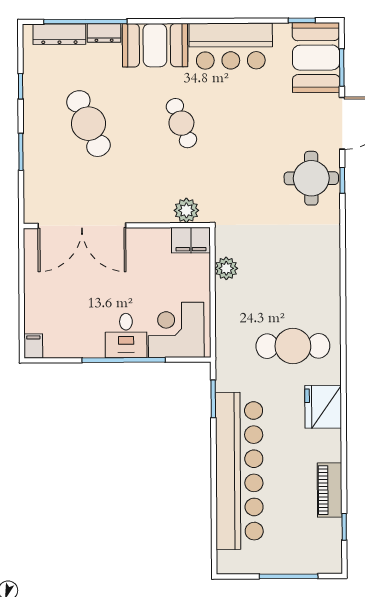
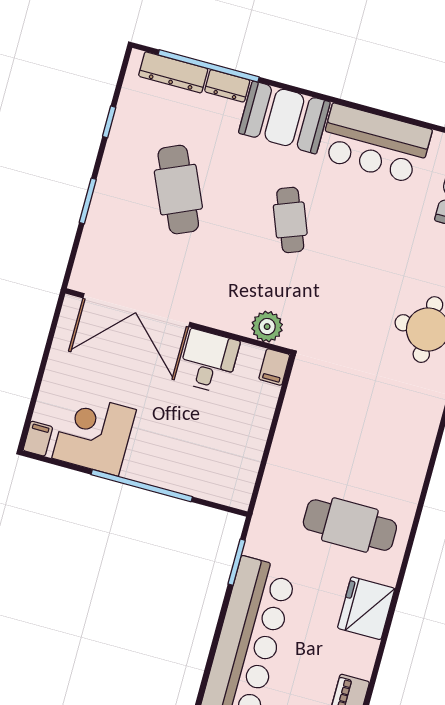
filing cabinet: (191, 240) -> (274, 367), width x0.50
plant: (226, 268) -> (296, 410), removed
corner desk: (176, 330) -> (94, 434), moved
desk: (126, 336) -> (209, 361), moved, turned 180

